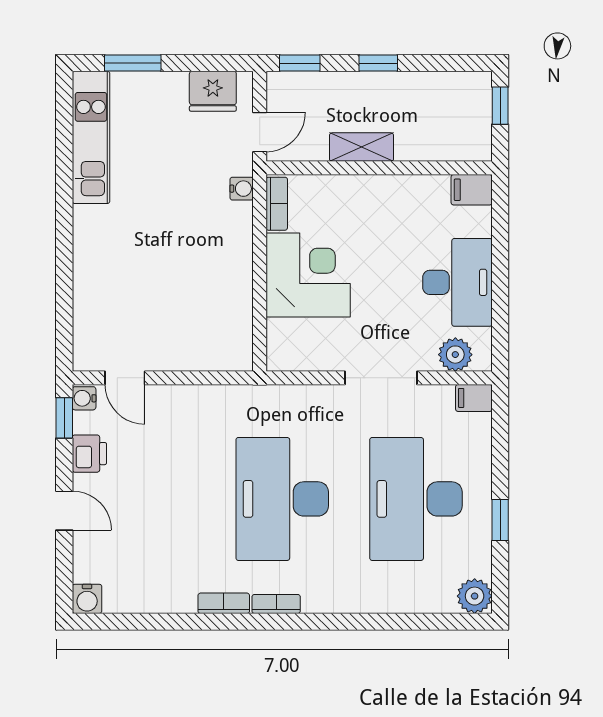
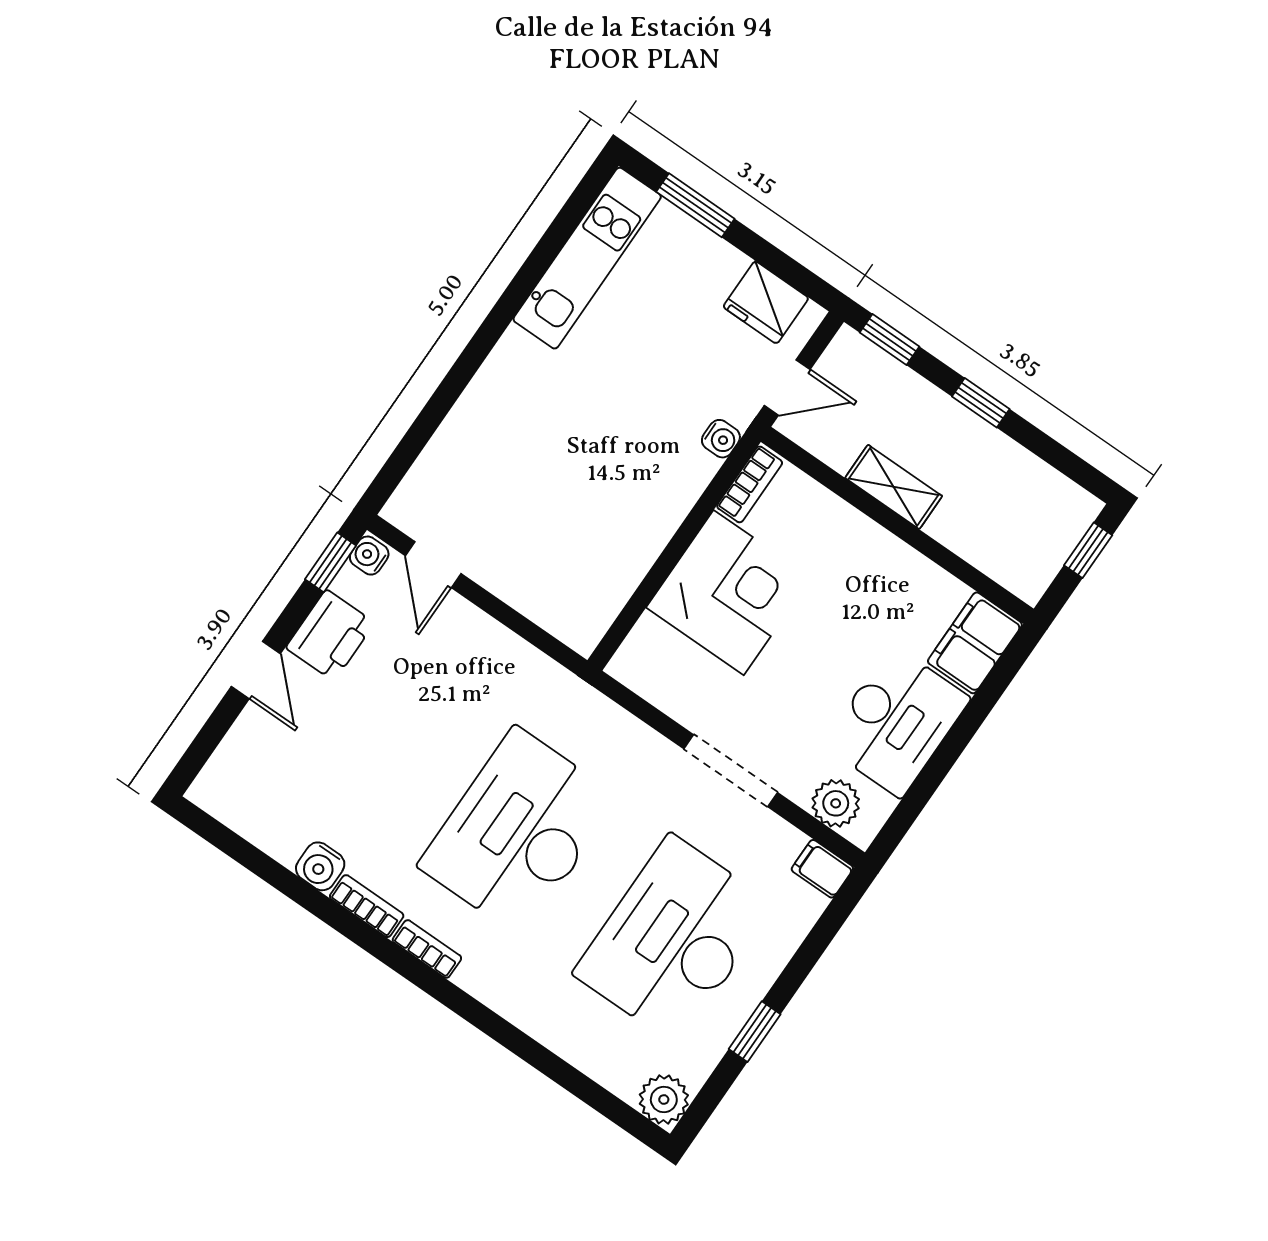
filing cabinet: (472, 190) -> (975, 643), width x2.00
printer: (89, 454) -> (330, 635), width x1.36, depth x1.24
water cooler: (87, 599) -> (320, 866), moved

